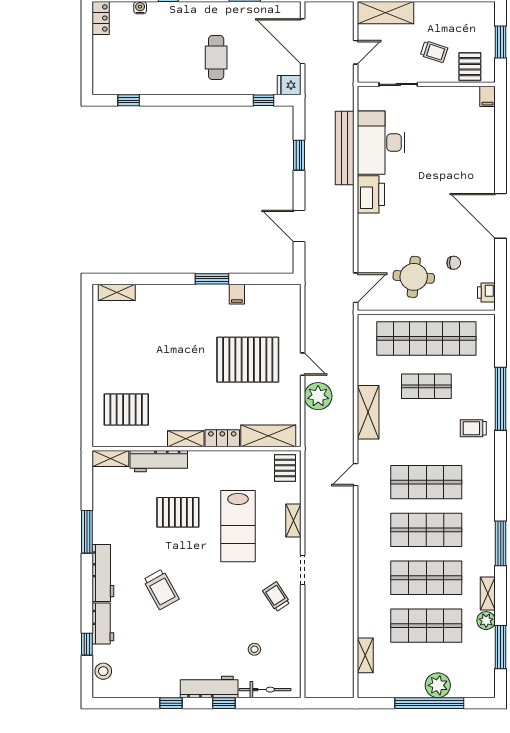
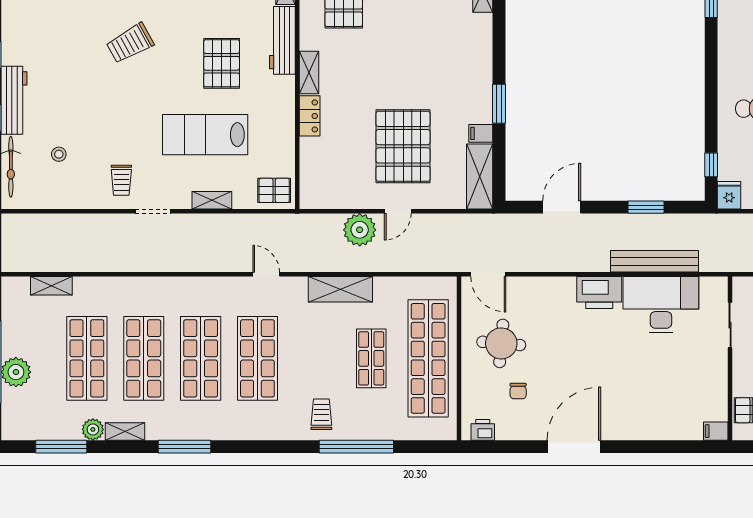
shelving: (268, 436) -> (480, 177), moved
trolley: (276, 597) -> (121, 180), turned 123

